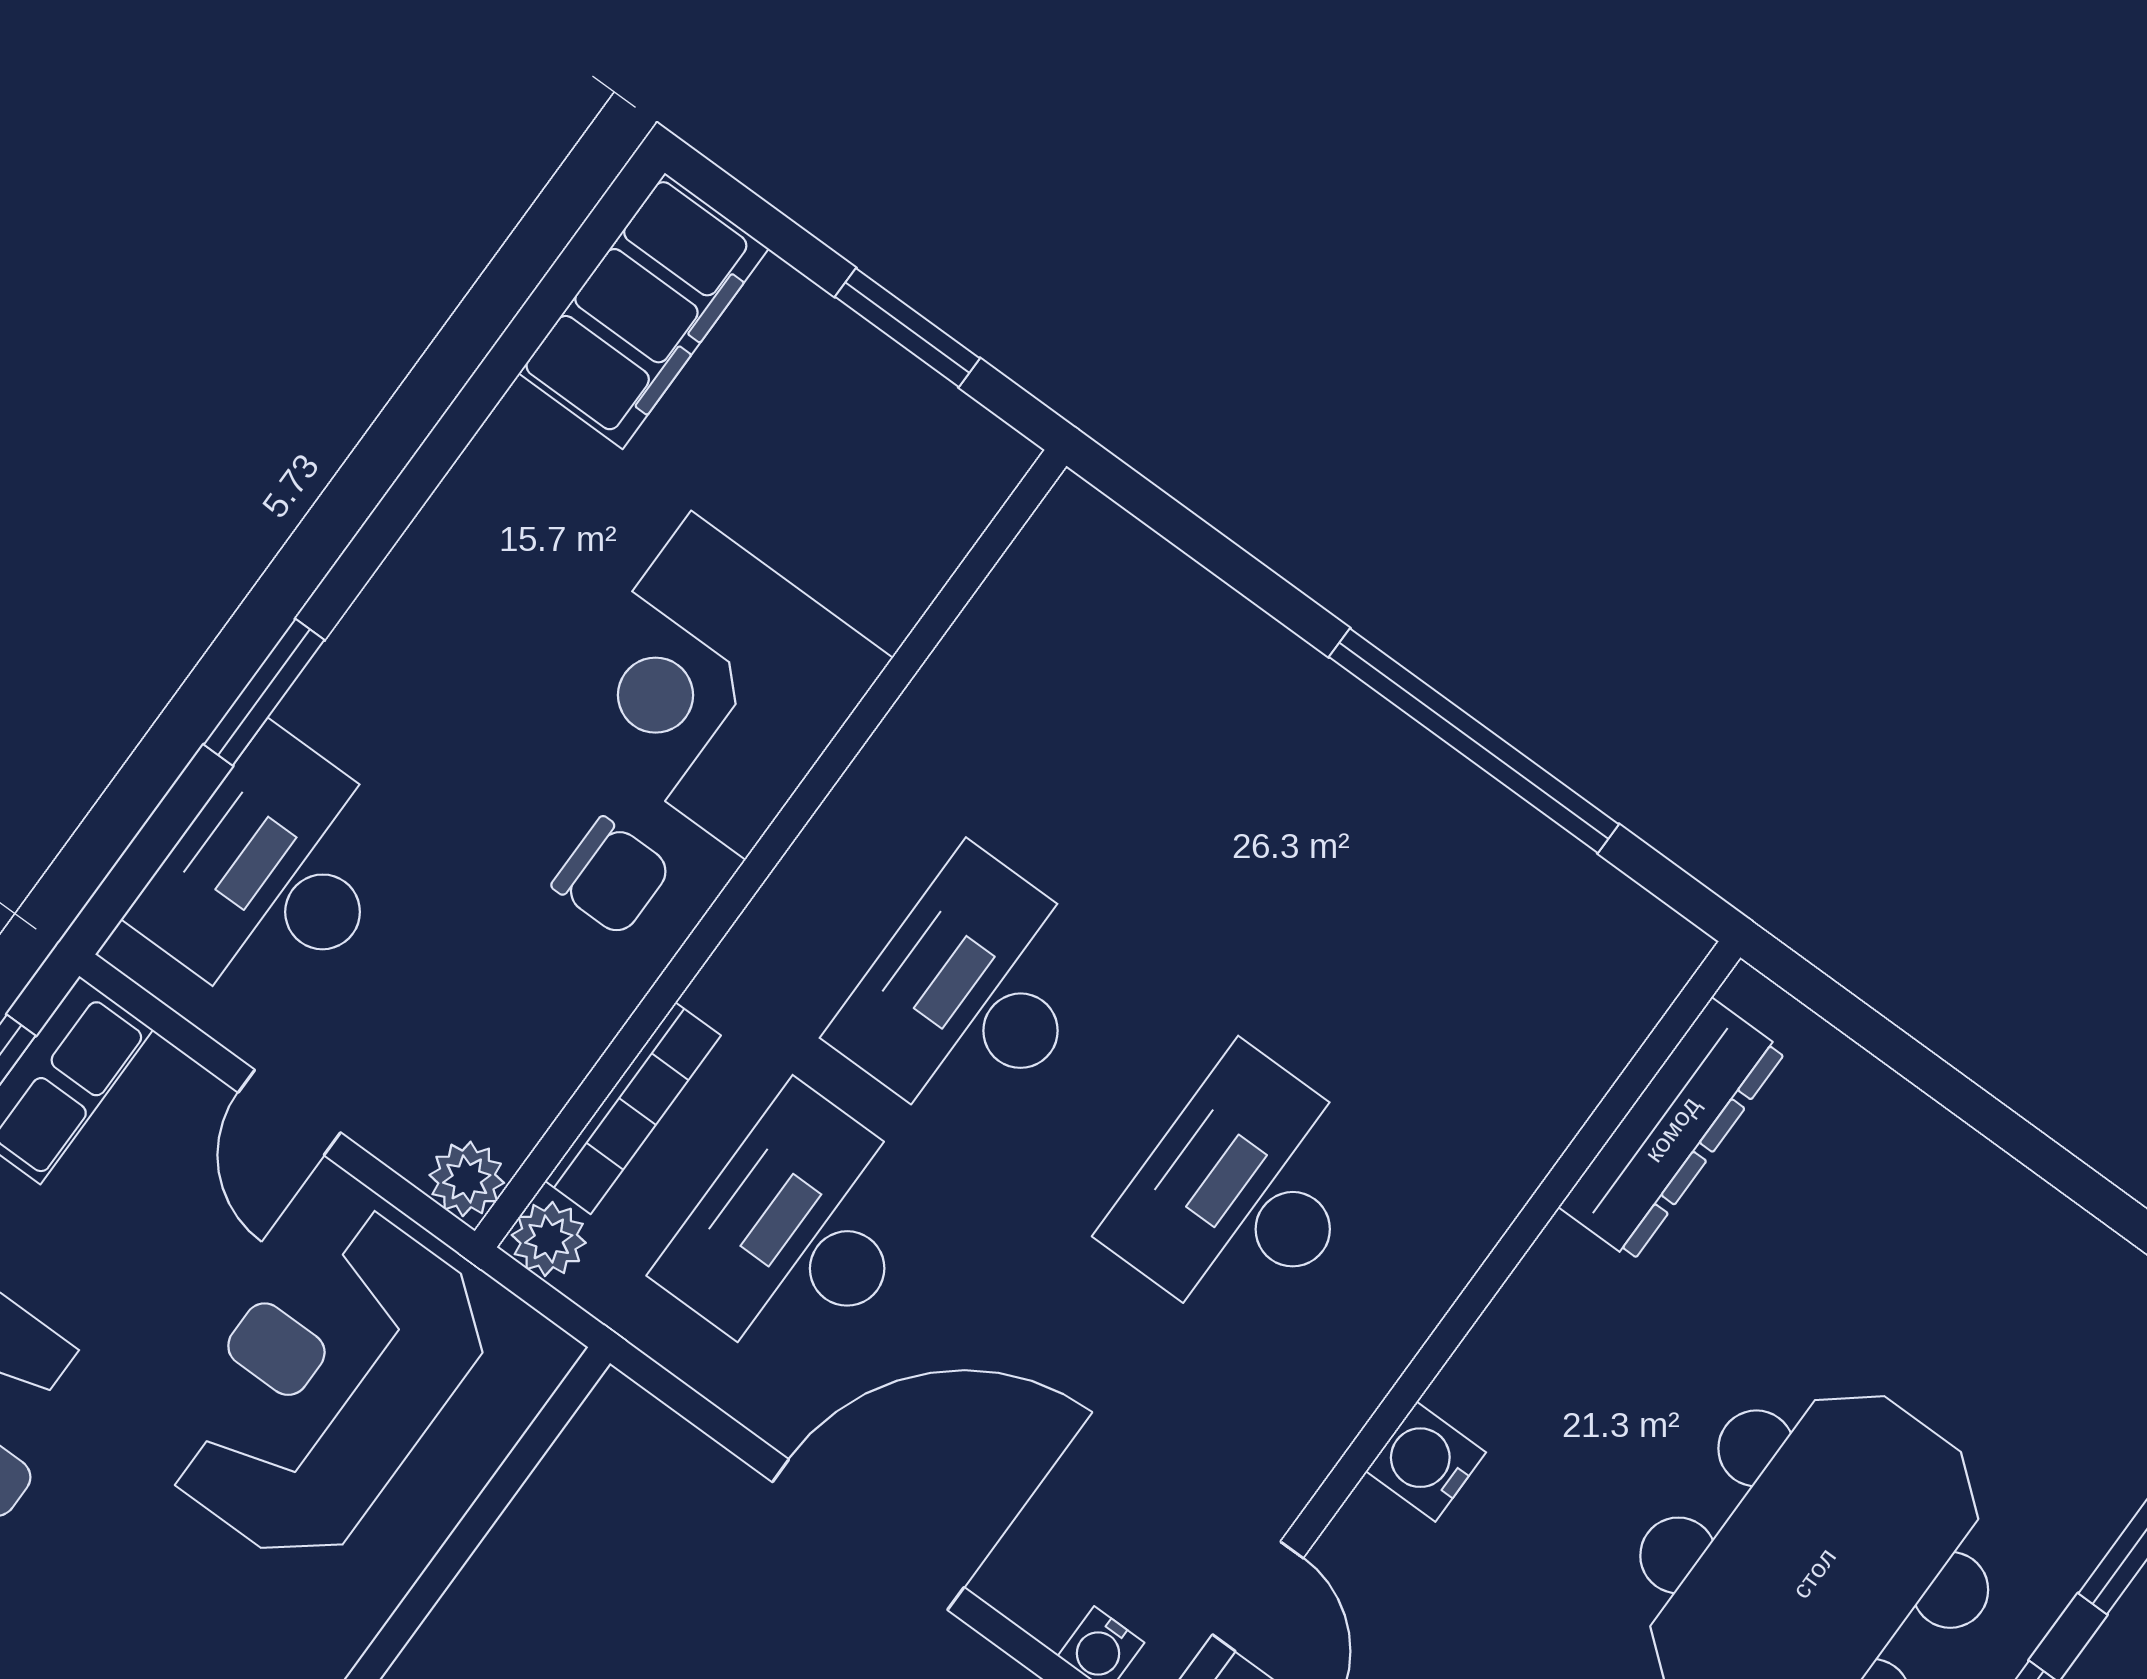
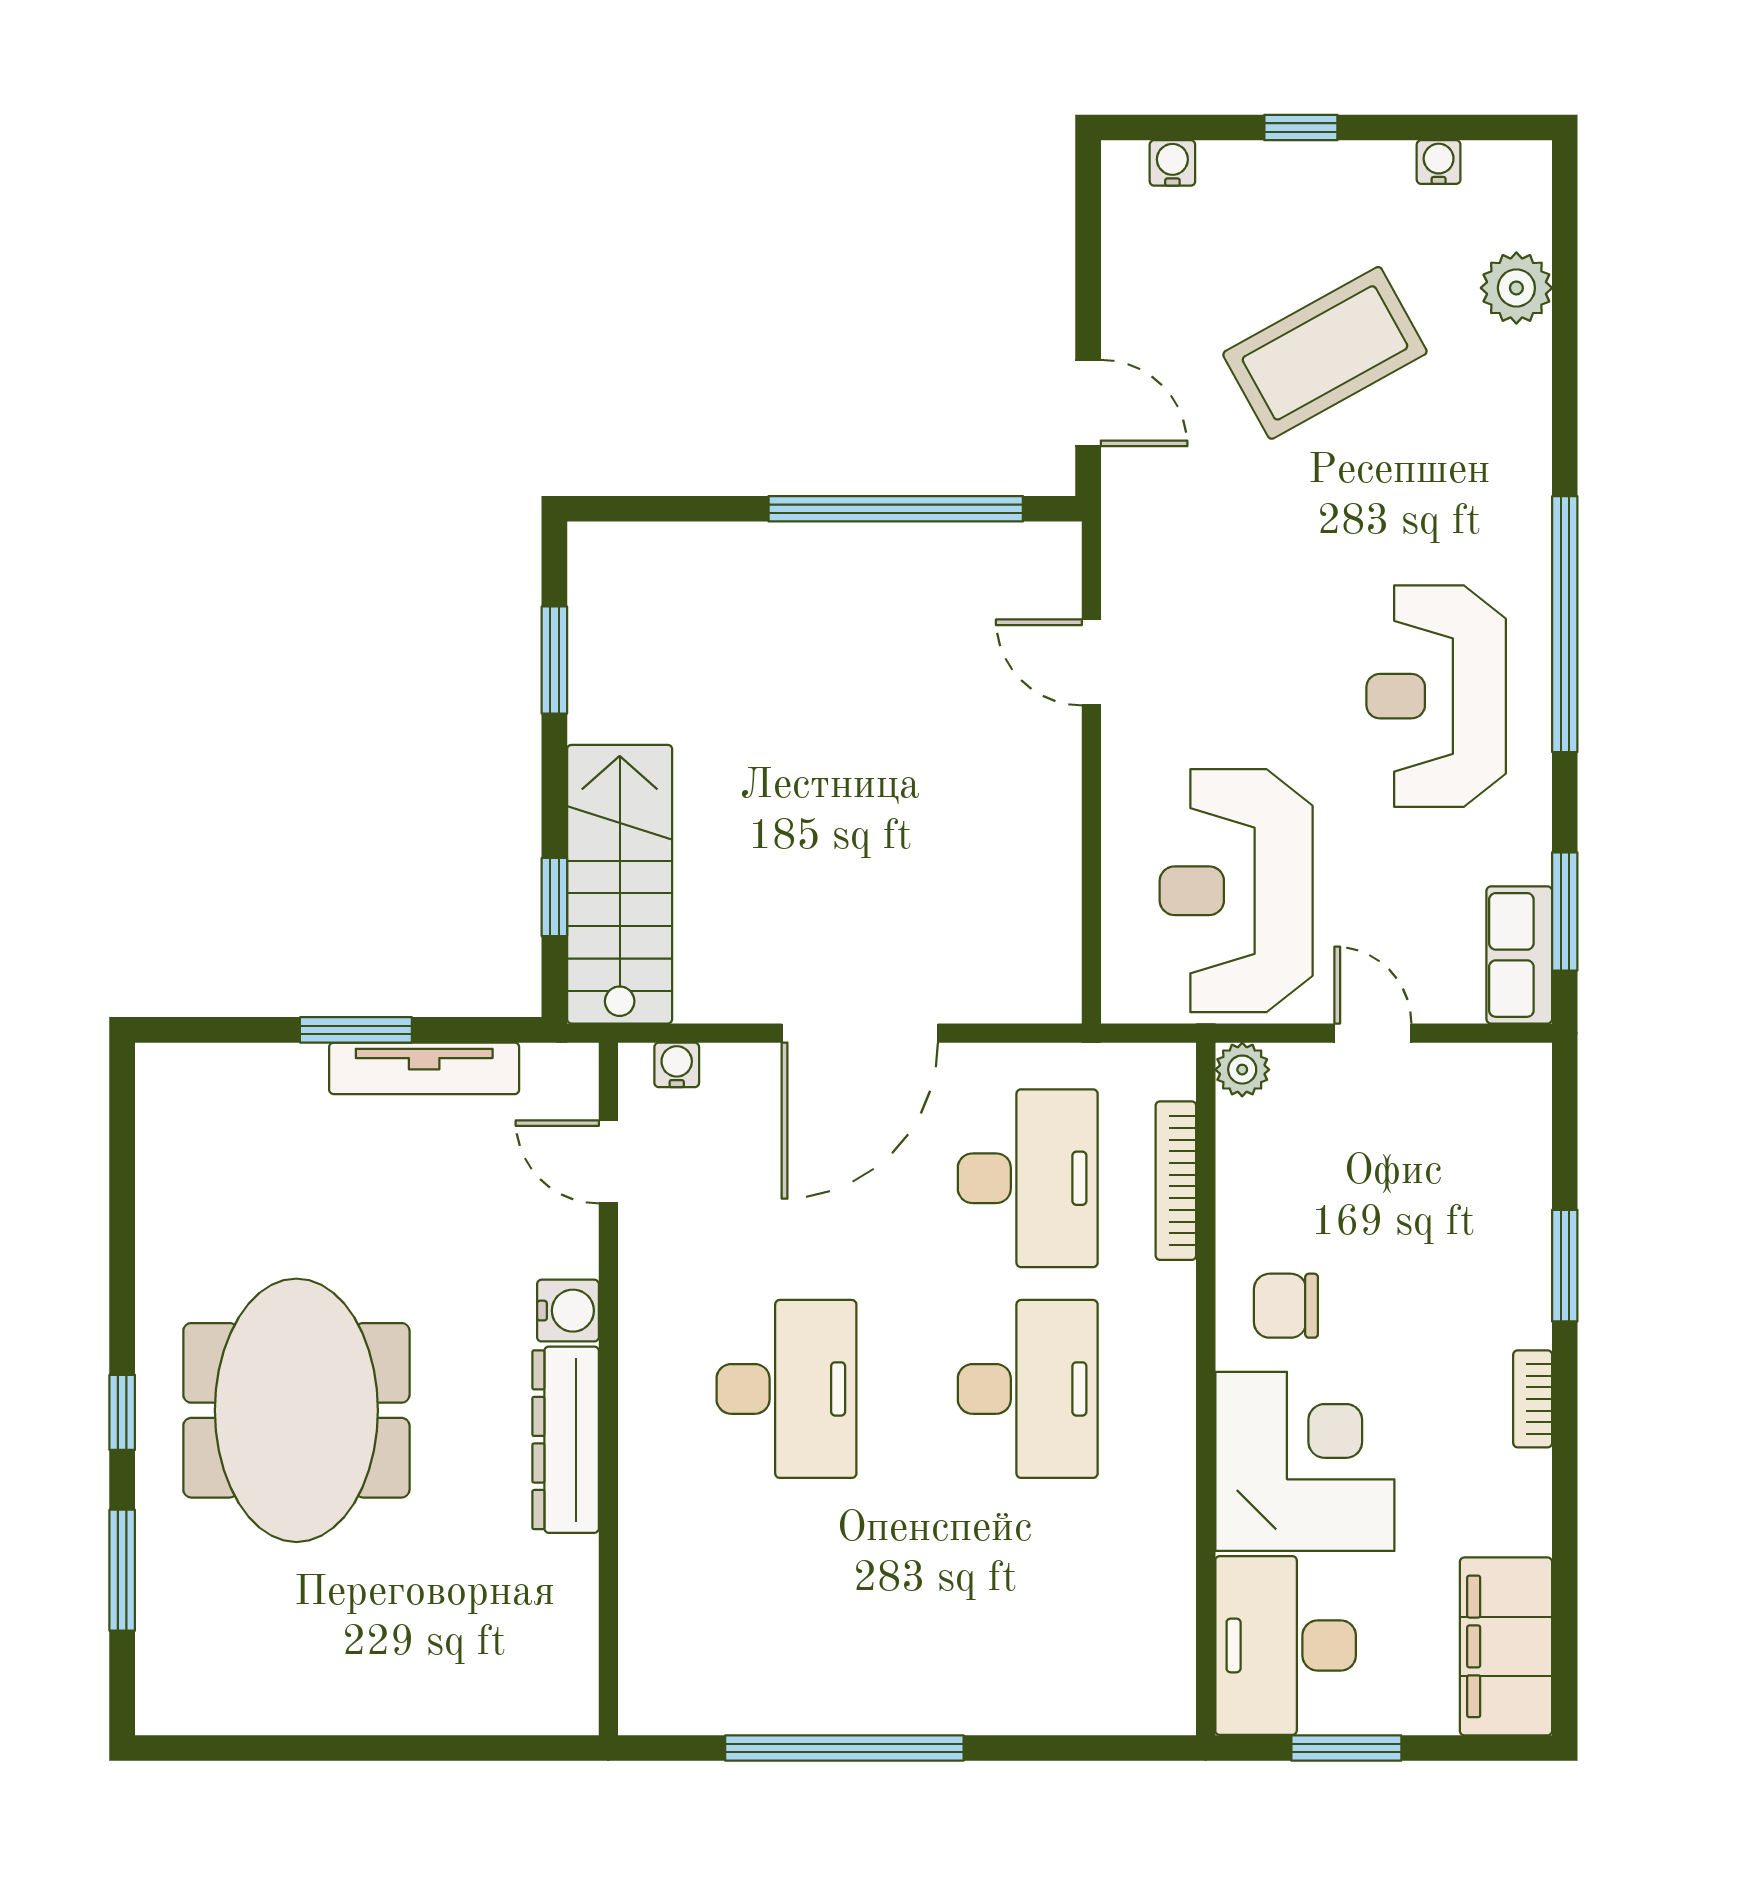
bookcase: (410, 568) -> (1533, 1399), added
desk: (273, 876) -> (1286, 1645), moved, turned 180
dresser: (1672, 1129) -> (566, 1440), moved
plant: (549, 1239) -> (1169, 1069), removed
reception desk: (326, 1386) -> (1236, 891), turned 180

